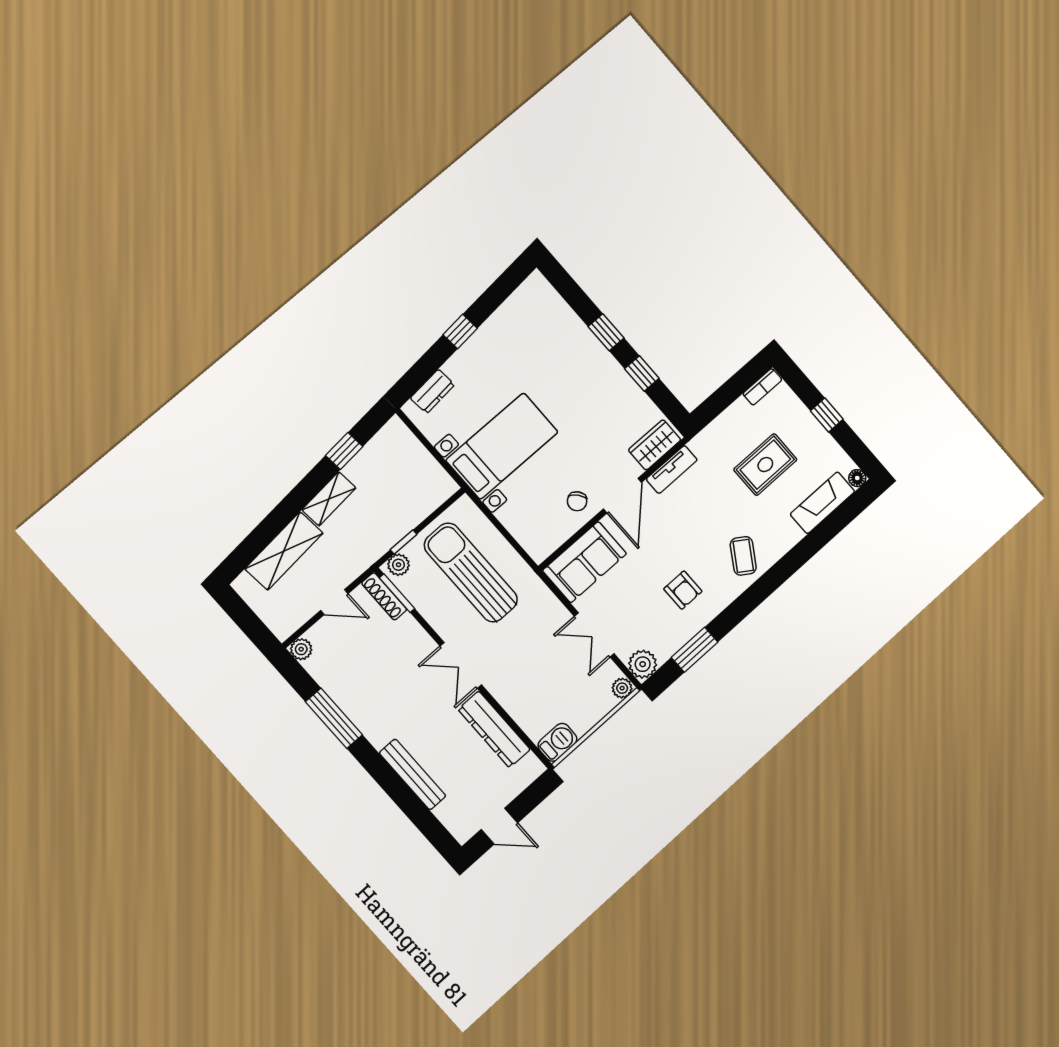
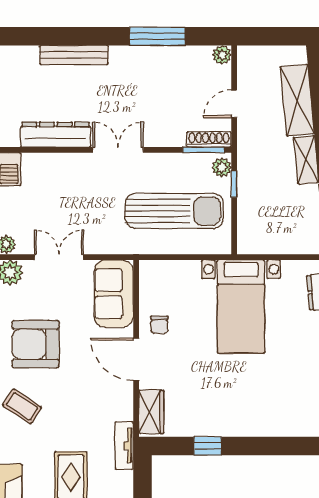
window: (606, 332) -> (257, 446), removed
tv unit: (672, 470) -> (124, 446), moved
chair: (577, 501) -> (159, 325), turned -140
armchair: (683, 590) -> (36, 344), width x1.88, depth x1.88

